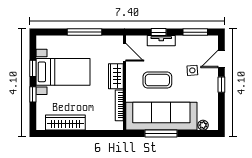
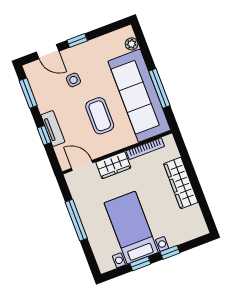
door: (124, 52) -> (82, 166), hinge flipped
wardrobe: (65, 123) -> (181, 183), moved

